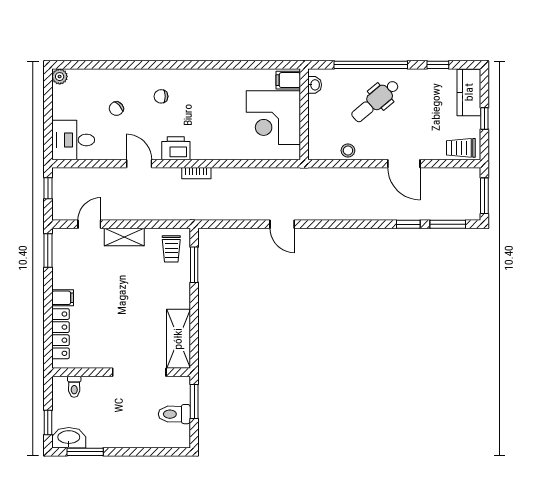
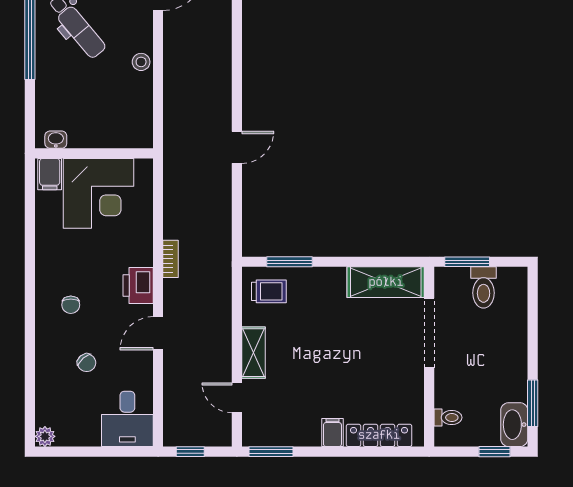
filing cabinet: (288, 80) -> (50, 174), moved
washbasin: (315, 85) -> (56, 140), moved
wall: (304, 114) -> (94, 153), moved
corner desk: (273, 118) -> (98, 193), moved

